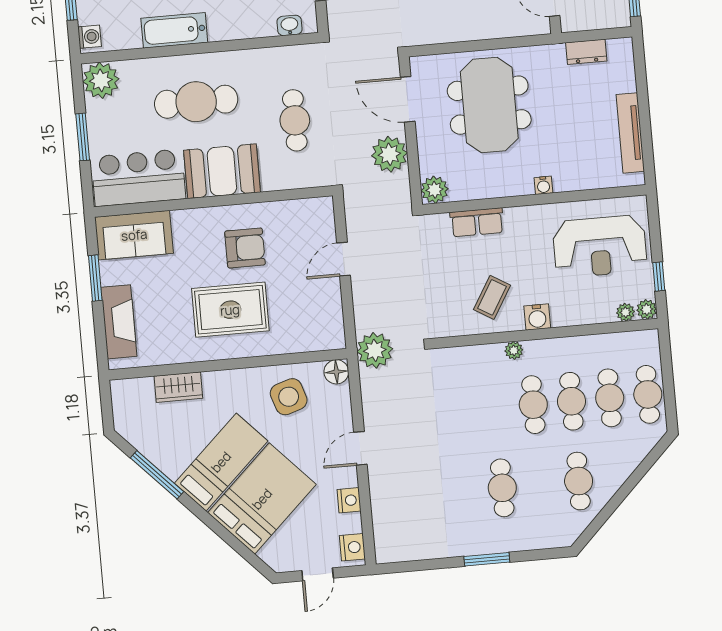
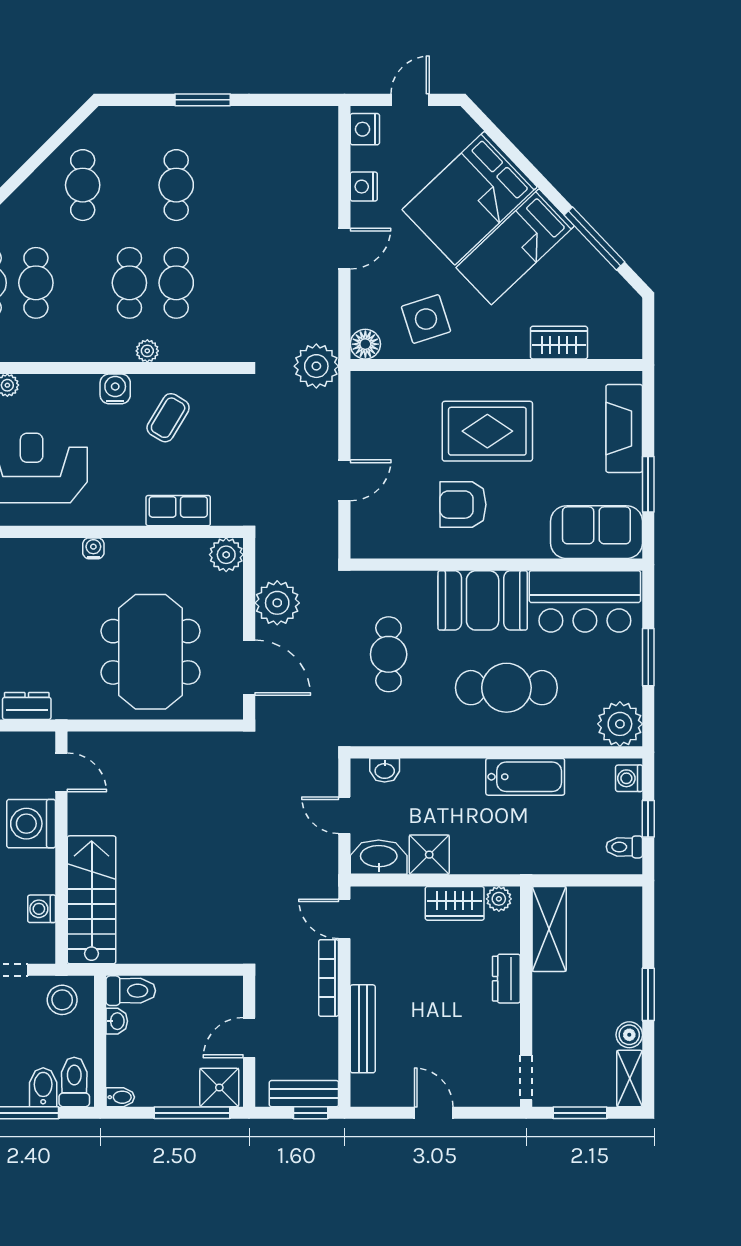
cafe table: (571, 401) -> (176, 283), moved

